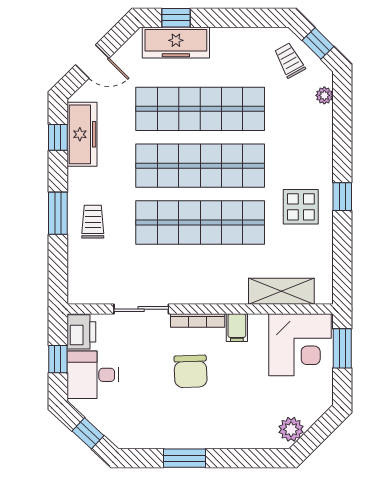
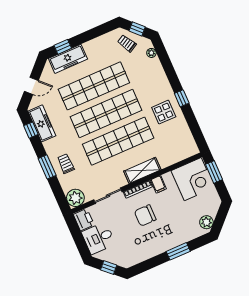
plant: (83, 288) -> (75, 198), added
shelving: (281, 291) -> (142, 170), moved
window: (58, 359) -> (78, 238), removed
chair: (191, 371) -> (145, 215), turned 92
window: (185, 458) -> (178, 251), moved

